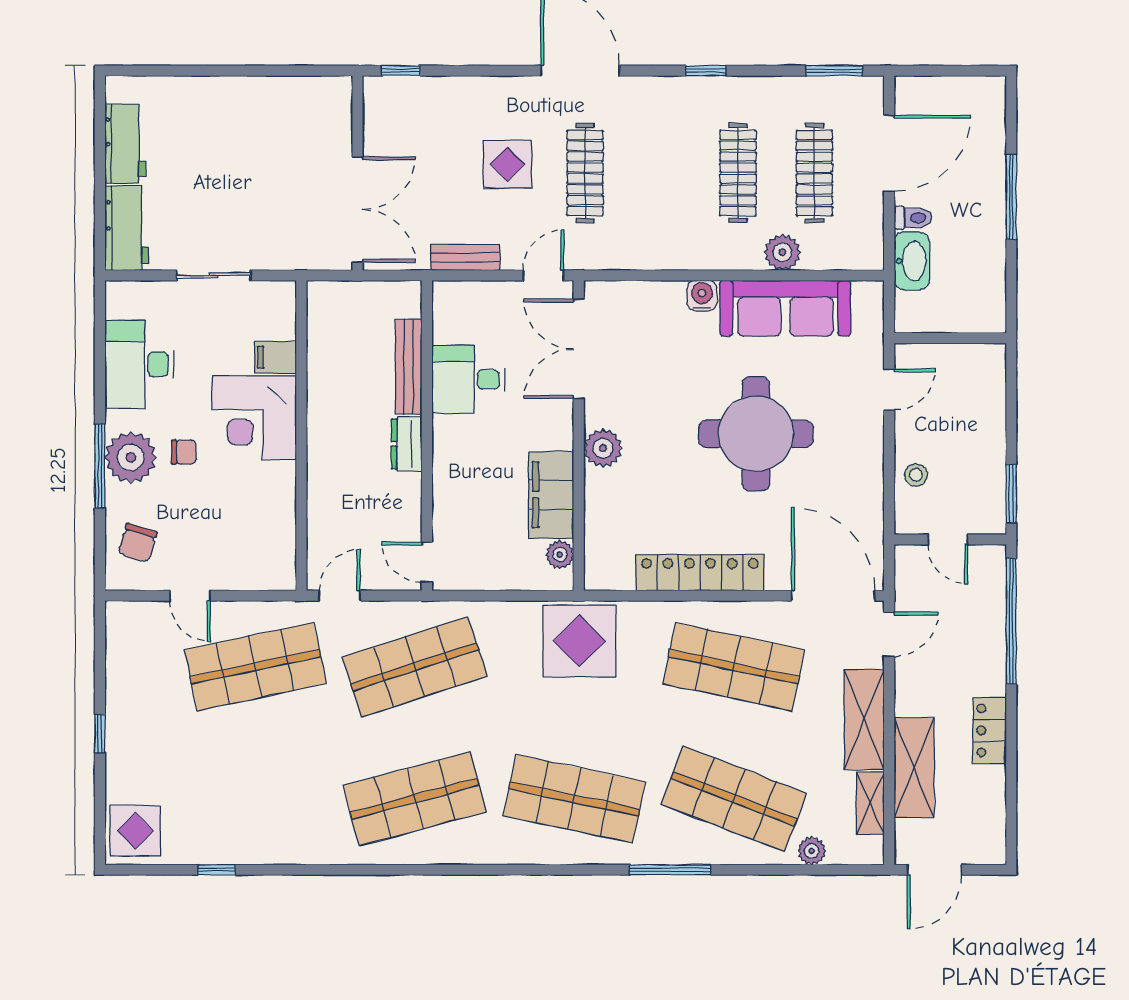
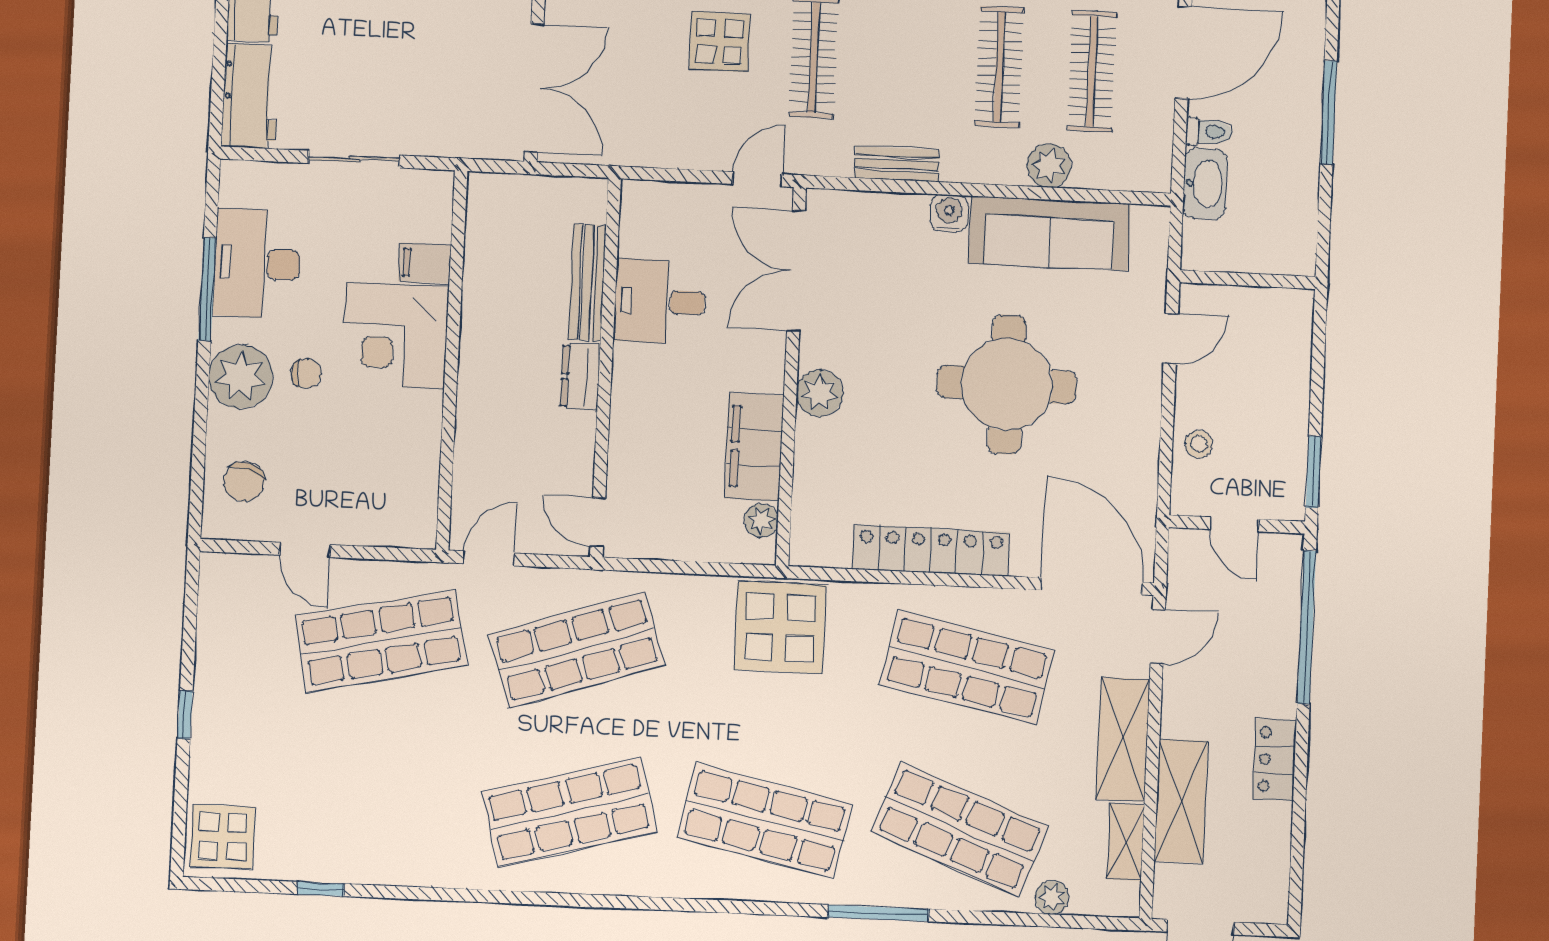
bench: (465, 257) -> (897, 164), moved
window: (100, 466) -> (207, 289), moved

